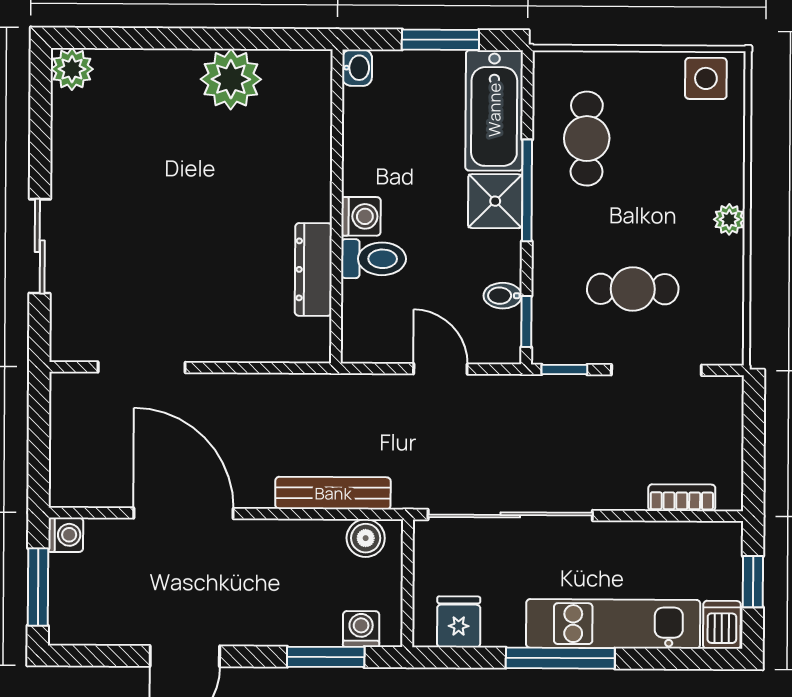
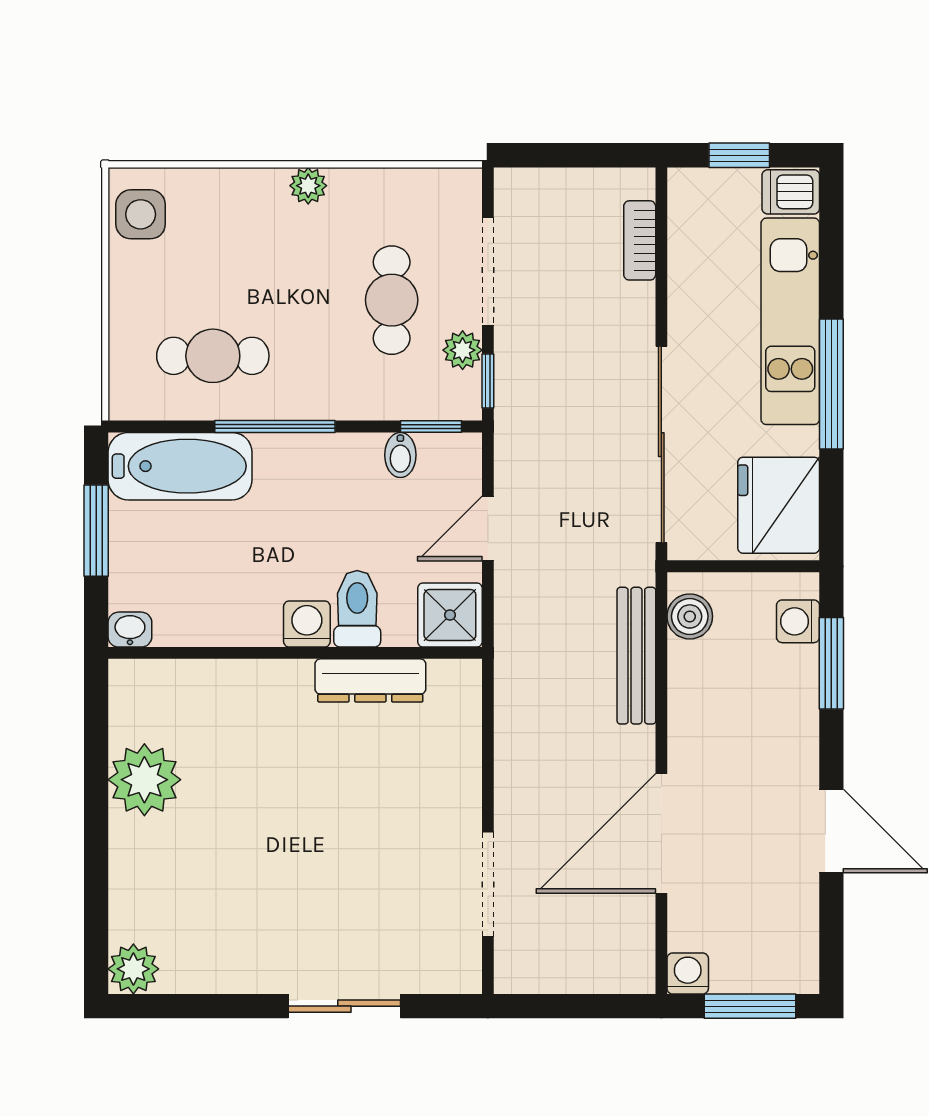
shower: (495, 201) -> (450, 615), moved
plant: (590, 348) -> (463, 350), added
fridge: (459, 622) -> (779, 505), width x1.88, depth x1.34

